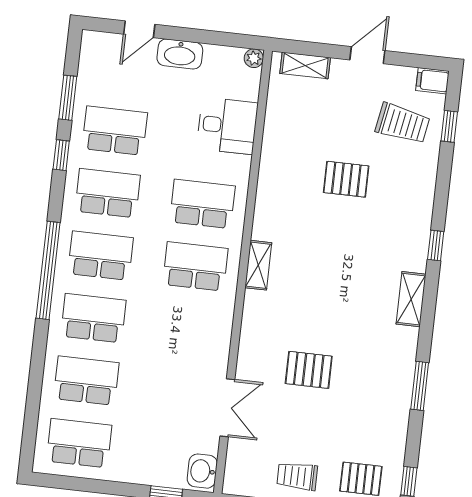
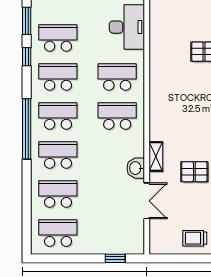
desk: (227, 126) -> (127, 27), width x1.37
shelving: (258, 265) -> (156, 157), moved
washbasin: (202, 471) -> (136, 168), moved

